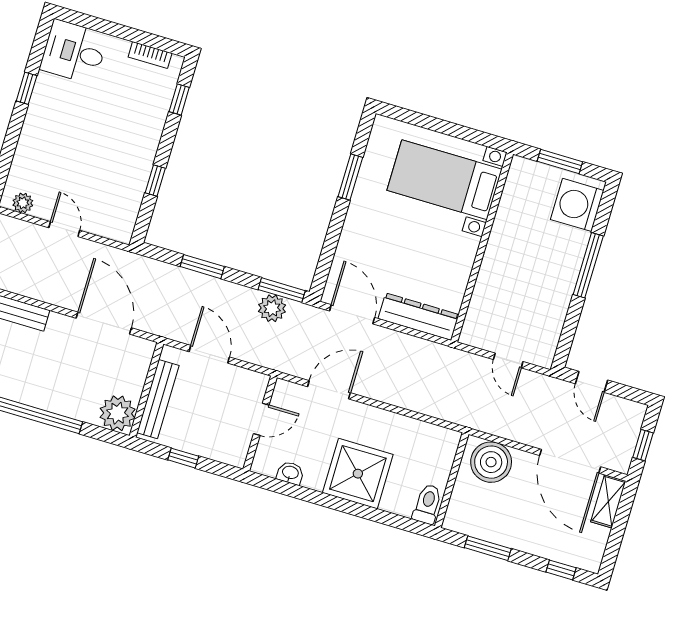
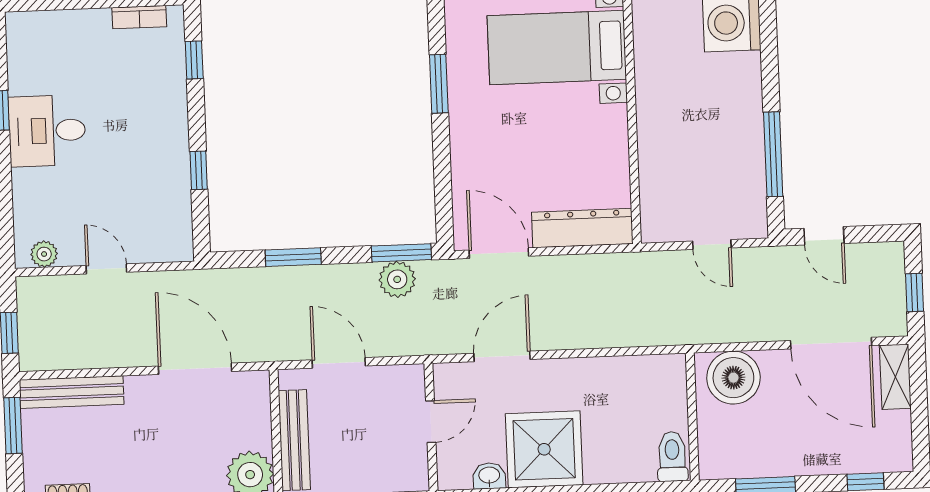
desk: (74, 52) -> (47, 131), moved
window: (588, 265) -> (773, 154), moved
shower: (358, 474) -> (544, 449), moved

